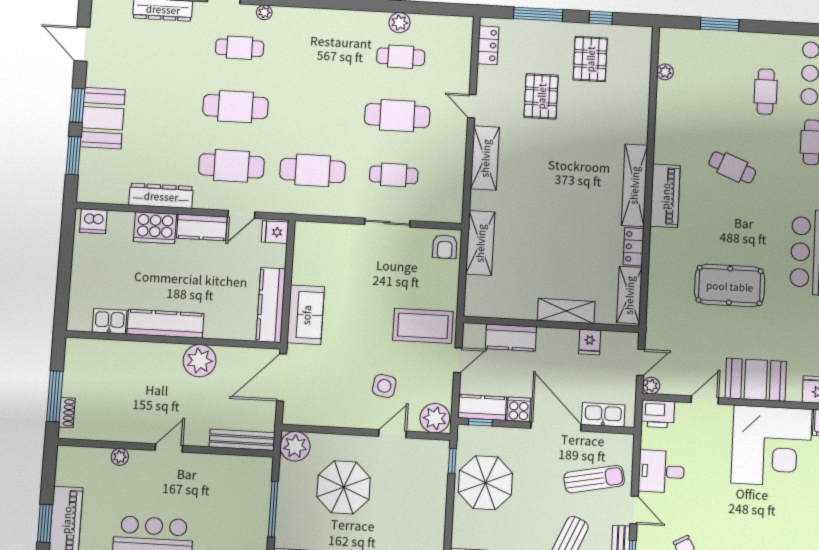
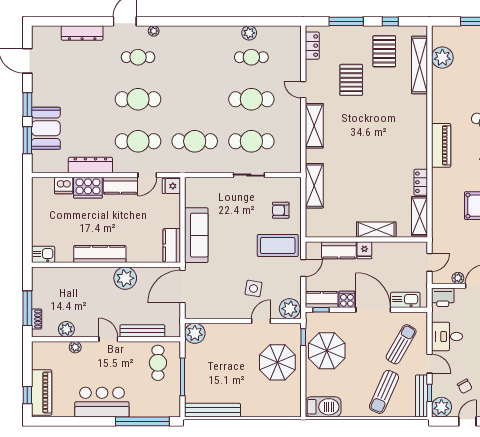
plant: (665, 72) -> (442, 58), width x1.88, depth x1.88
booth: (103, 118) -> (46, 128), moved
cafe table: (394, 175) -> (251, 141), width x1.37, depth x1.35
shelving: (634, 185) -> (419, 65), moved
dishwasher: (93, 221) -> (64, 186), moved
armchair: (445, 247) -> (281, 210), moved, turned 90
kitchen counter: (271, 305) -> (172, 246), width x0.67
sofa: (306, 315) -> (196, 235), width x1.36
kitchen sink: (110, 321) -> (43, 254), moved
fridge: (590, 342) -> (364, 250), moved
plant: (651, 386) -> (458, 278), moved
plant: (109, 430) -> (66, 329), added
bench: (242, 440) -> (142, 331), moved
door: (169, 448) -> (108, 339), hinge flipped
sun lounger: (594, 479) -> (401, 344), turned -49
cafe table: (239, 486) -> (158, 363), added
parasol: (344, 487) -> (277, 362), moved
window: (45, 523) -> (27, 395), width x0.67

